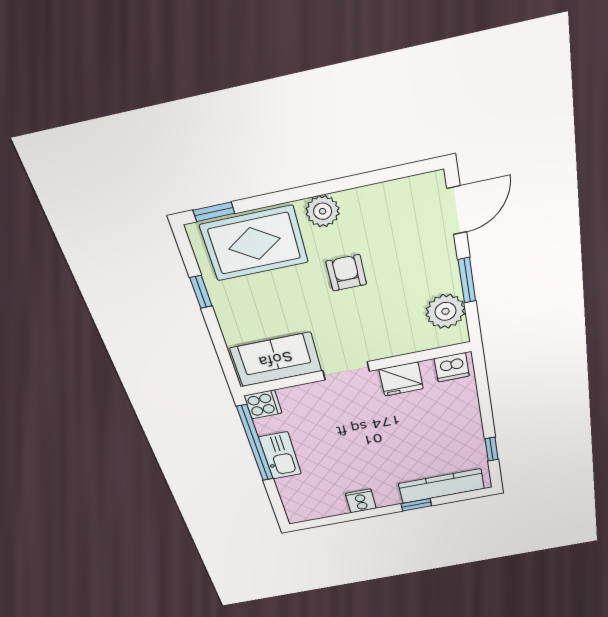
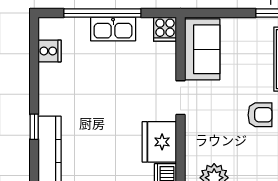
fridge: (401, 379) -> (159, 142), width x1.36, depth x1.34
window: (255, 443) -> (102, 13), moved
cooker: (361, 501) -> (50, 51), moved

